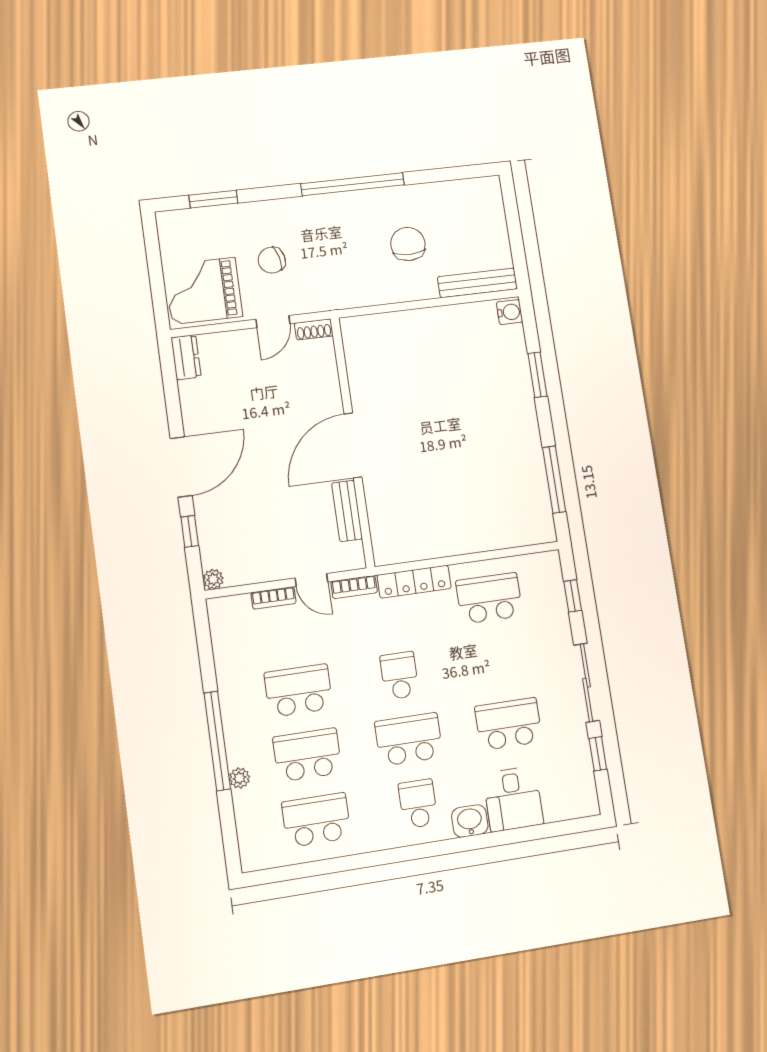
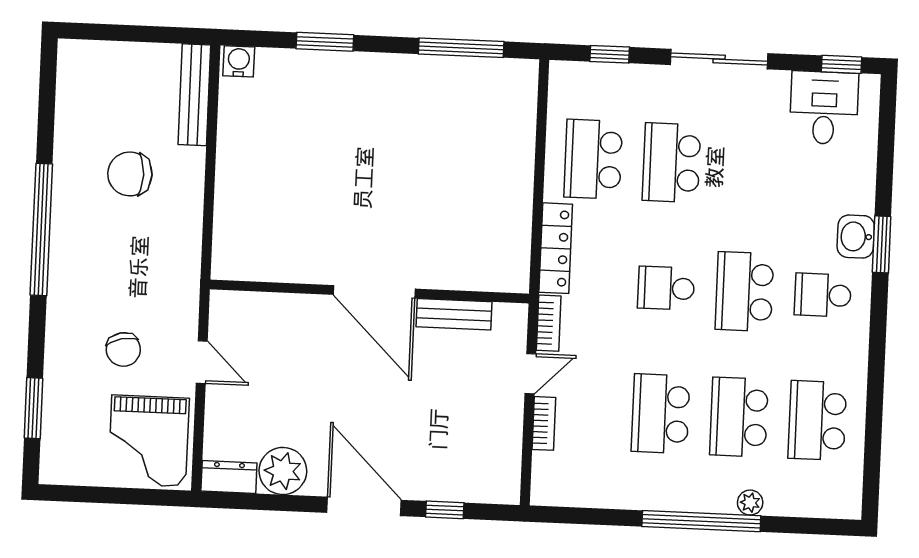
shoe rack: (314, 329) -> (220, 313), removed
plant: (213, 579) -> (283, 471), moved, width x1.87, depth x1.87
school desk: (508, 724) -> (672, 163), moved
window: (598, 754) -> (842, 64), moved
desk: (513, 799) -> (824, 108), moved, turned -90
window: (468, 843) -> (882, 244), added

